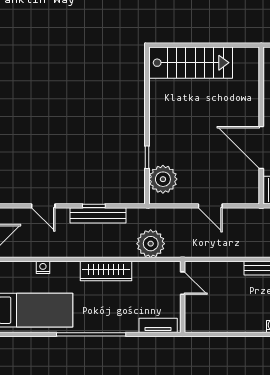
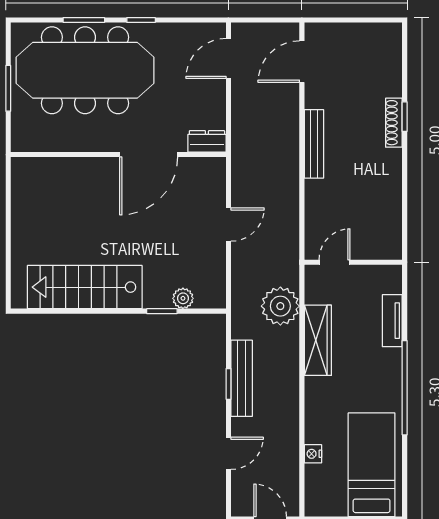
stairs: (191, 63) -> (85, 287), moved, turned -90
plant: (163, 179) -> (183, 298), width x0.53, depth x0.53
wardrobe: (106, 271) -> (318, 340), moved
tv unit: (158, 325) -> (392, 321), moved

